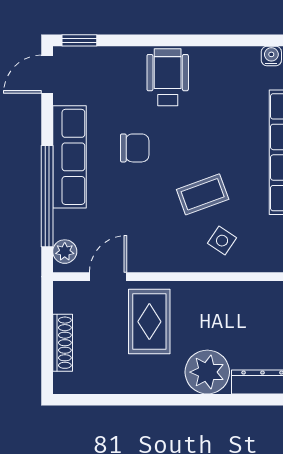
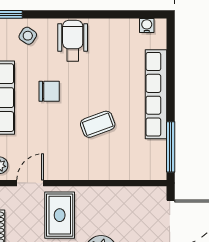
side table: (222, 241) -> (28, 36), moved

